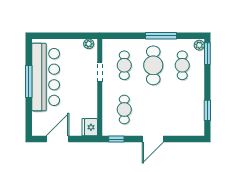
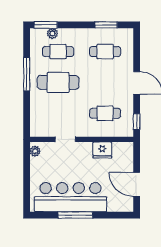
plant: (199, 45) -> (52, 33), moved
cafe table: (124, 65) -> (105, 52), moved
fridge: (90, 127) -> (102, 150), moved

